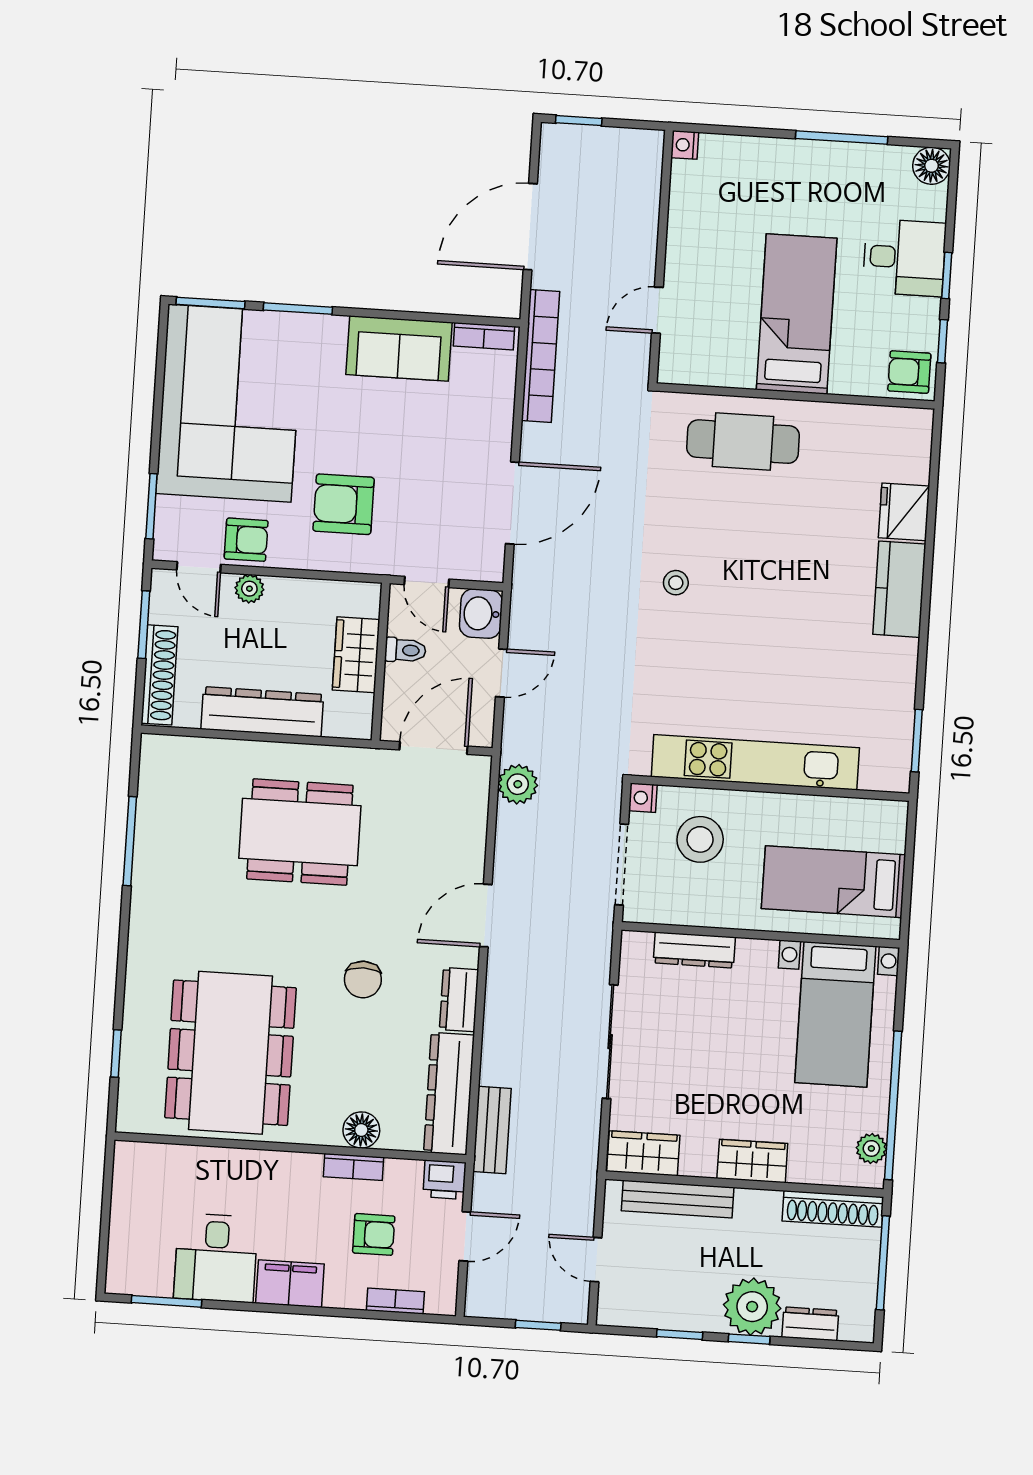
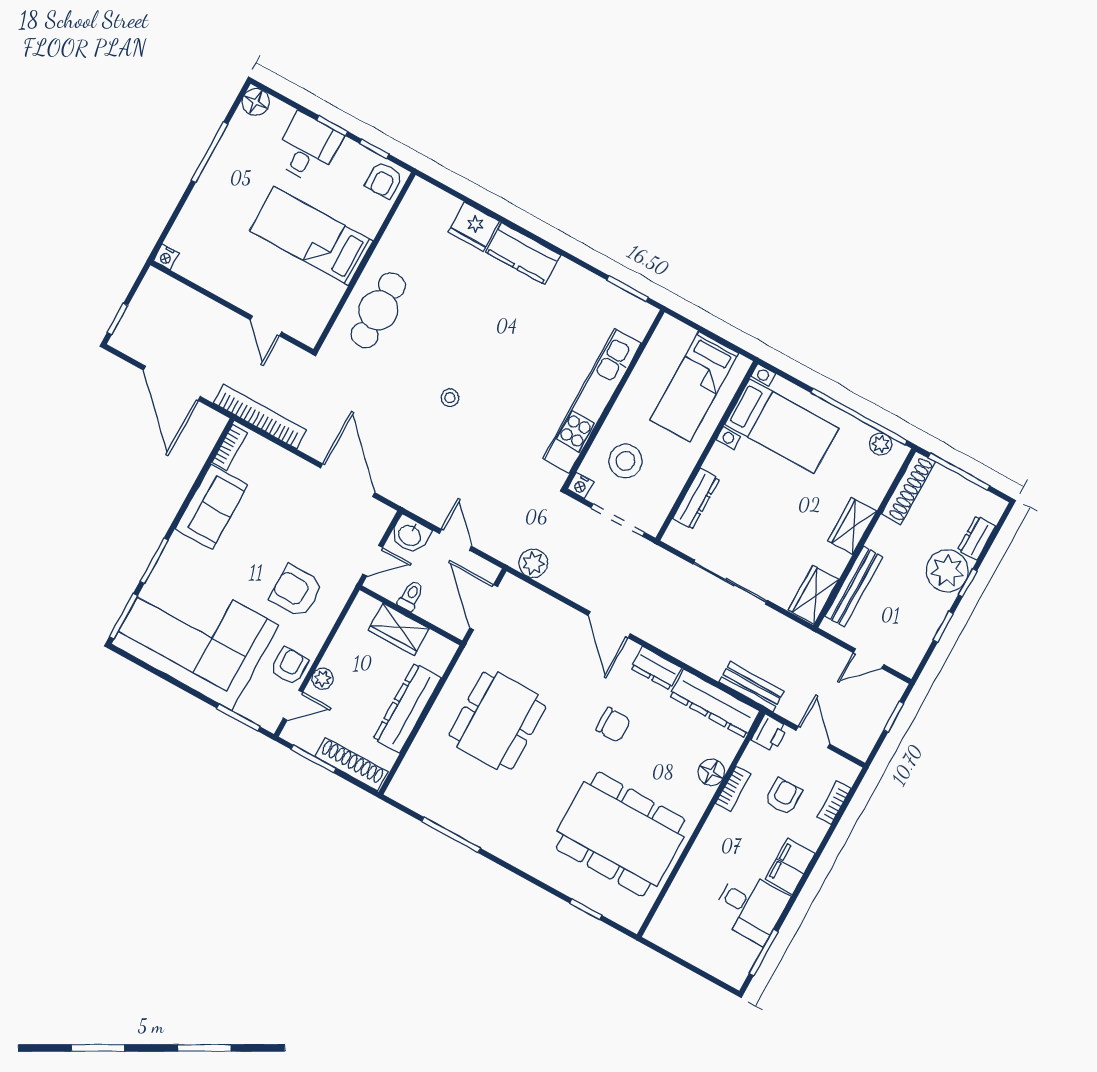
armchair: (344, 504) -> (296, 591), turned 90

